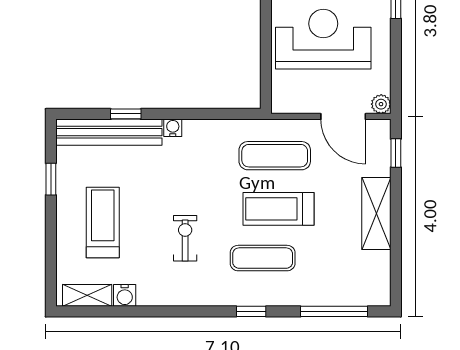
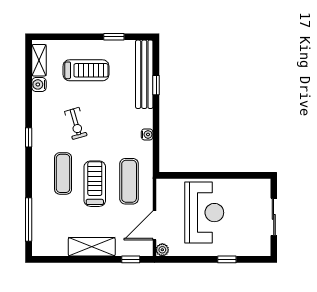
water cooler: (173, 128) -> (147, 134), moved
exercise bike: (185, 238) -> (76, 123), turned 74
window: (251, 311) -> (29, 137), moved

